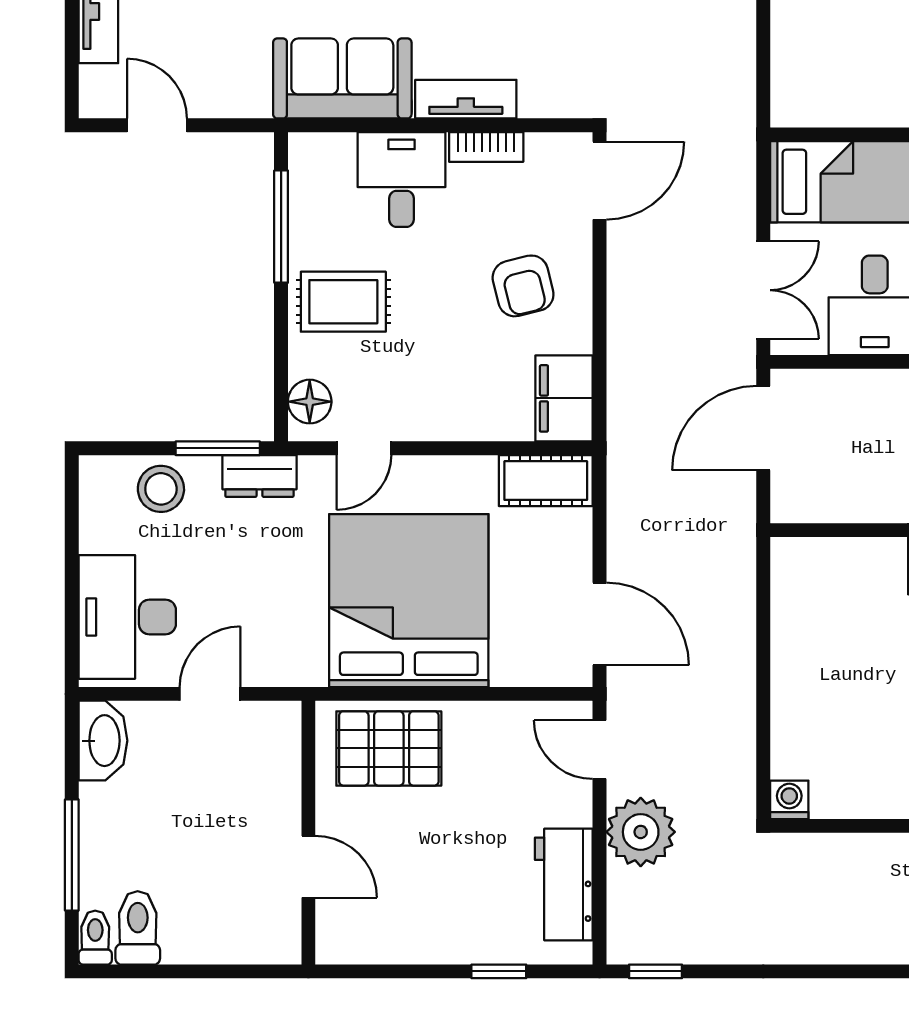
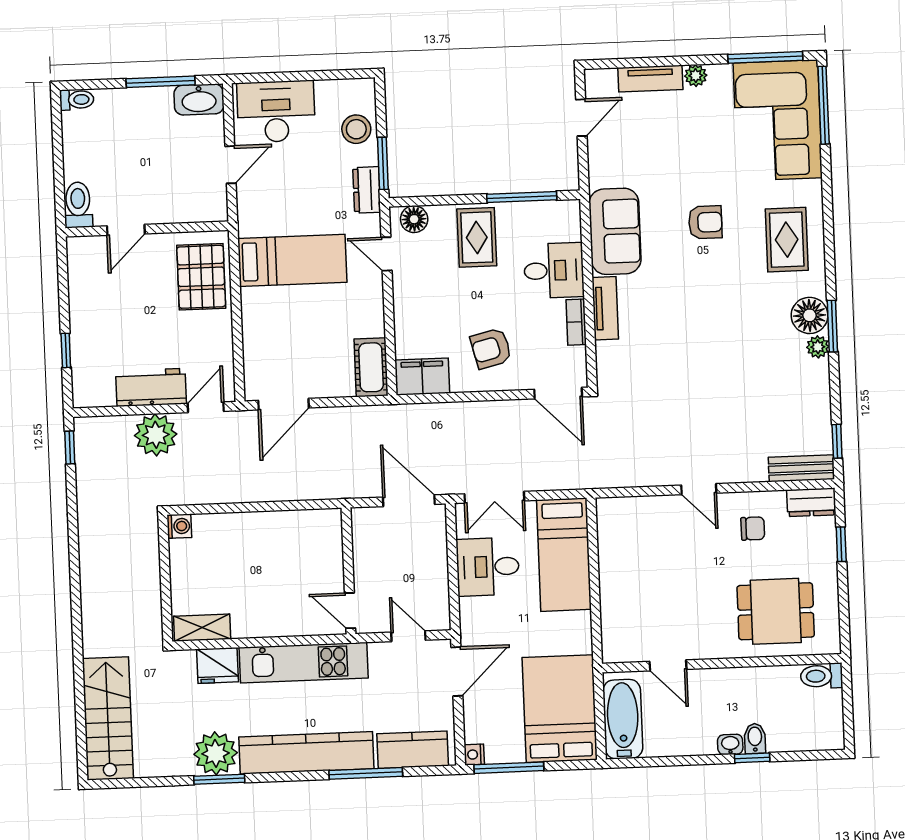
bed: (409, 601) -> (292, 260), width x0.49
door: (210, 694) -> (231, 165), hinge flipped
window: (72, 855) -> (161, 82), moved
workbench: (564, 884) -> (151, 387), moved
toilet: (138, 928) -> (78, 205), moved, turned -90

